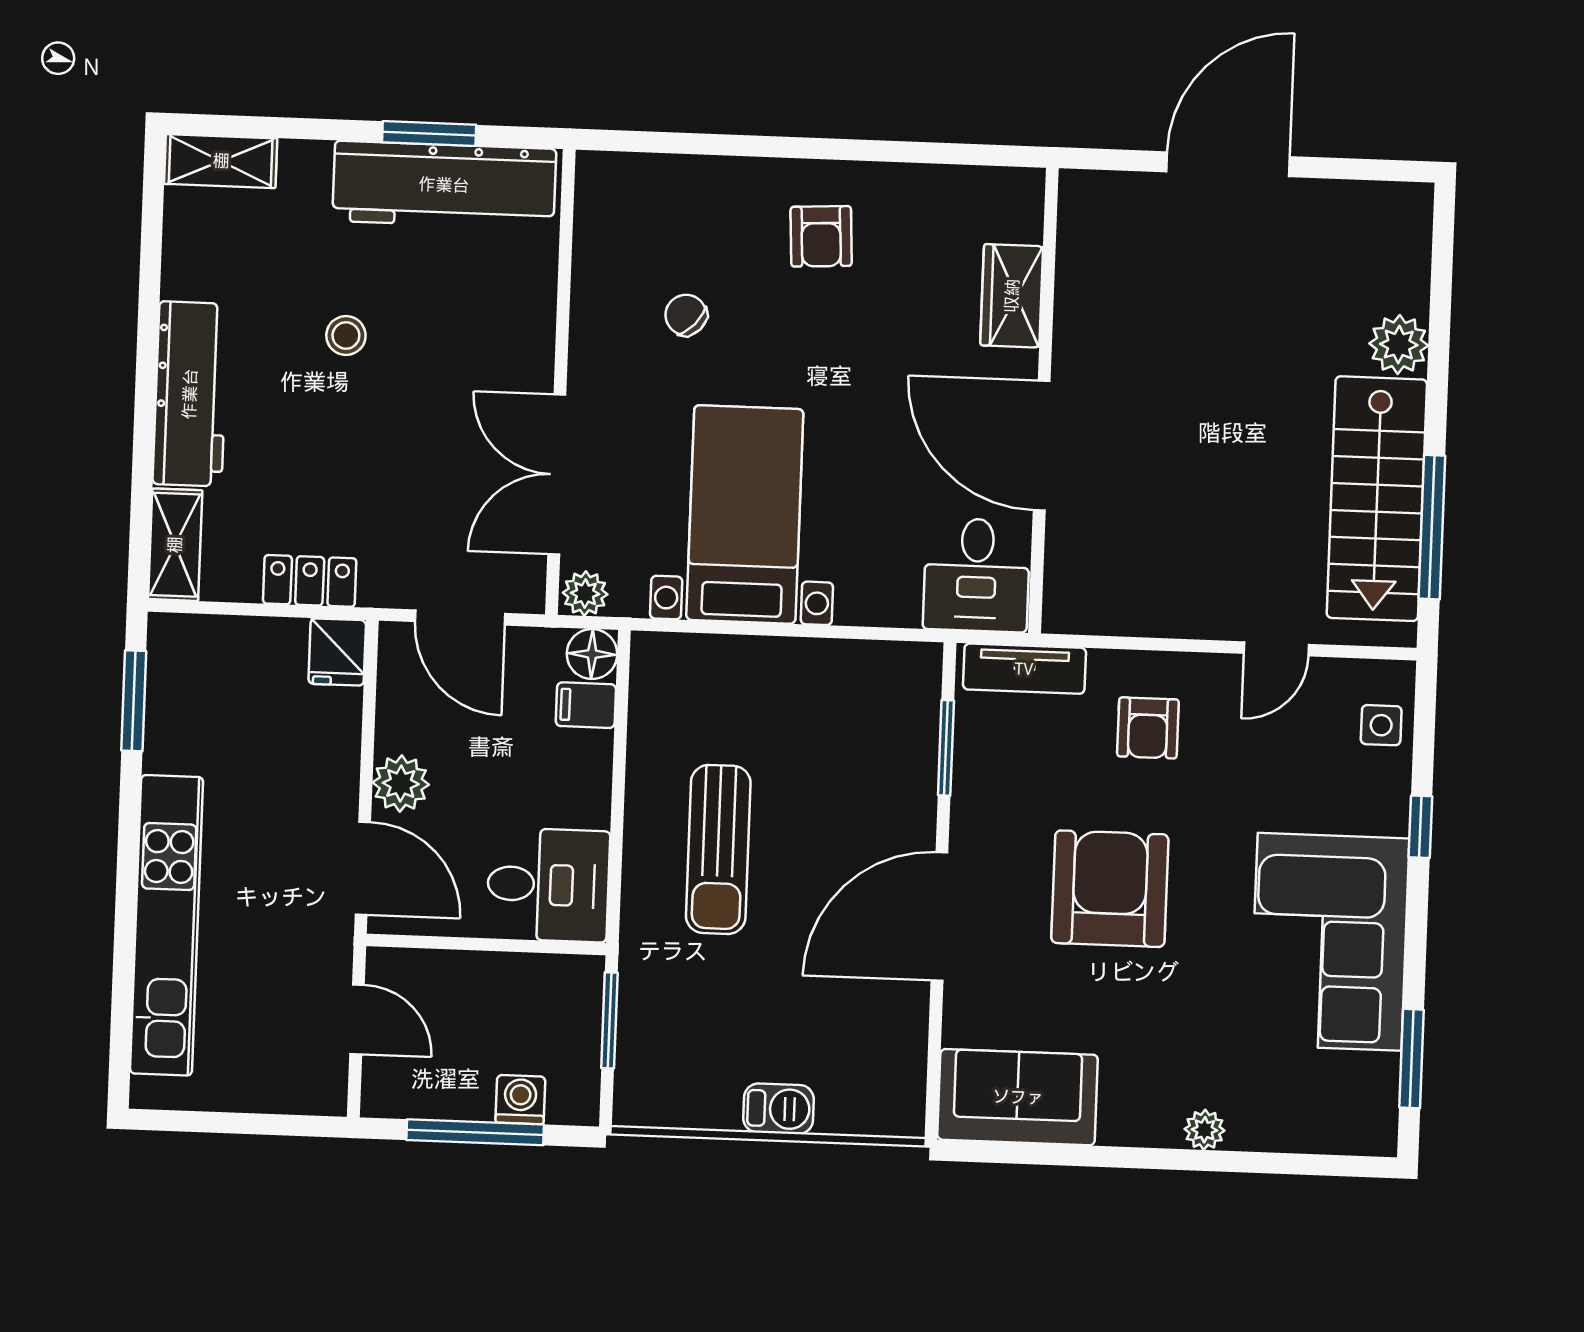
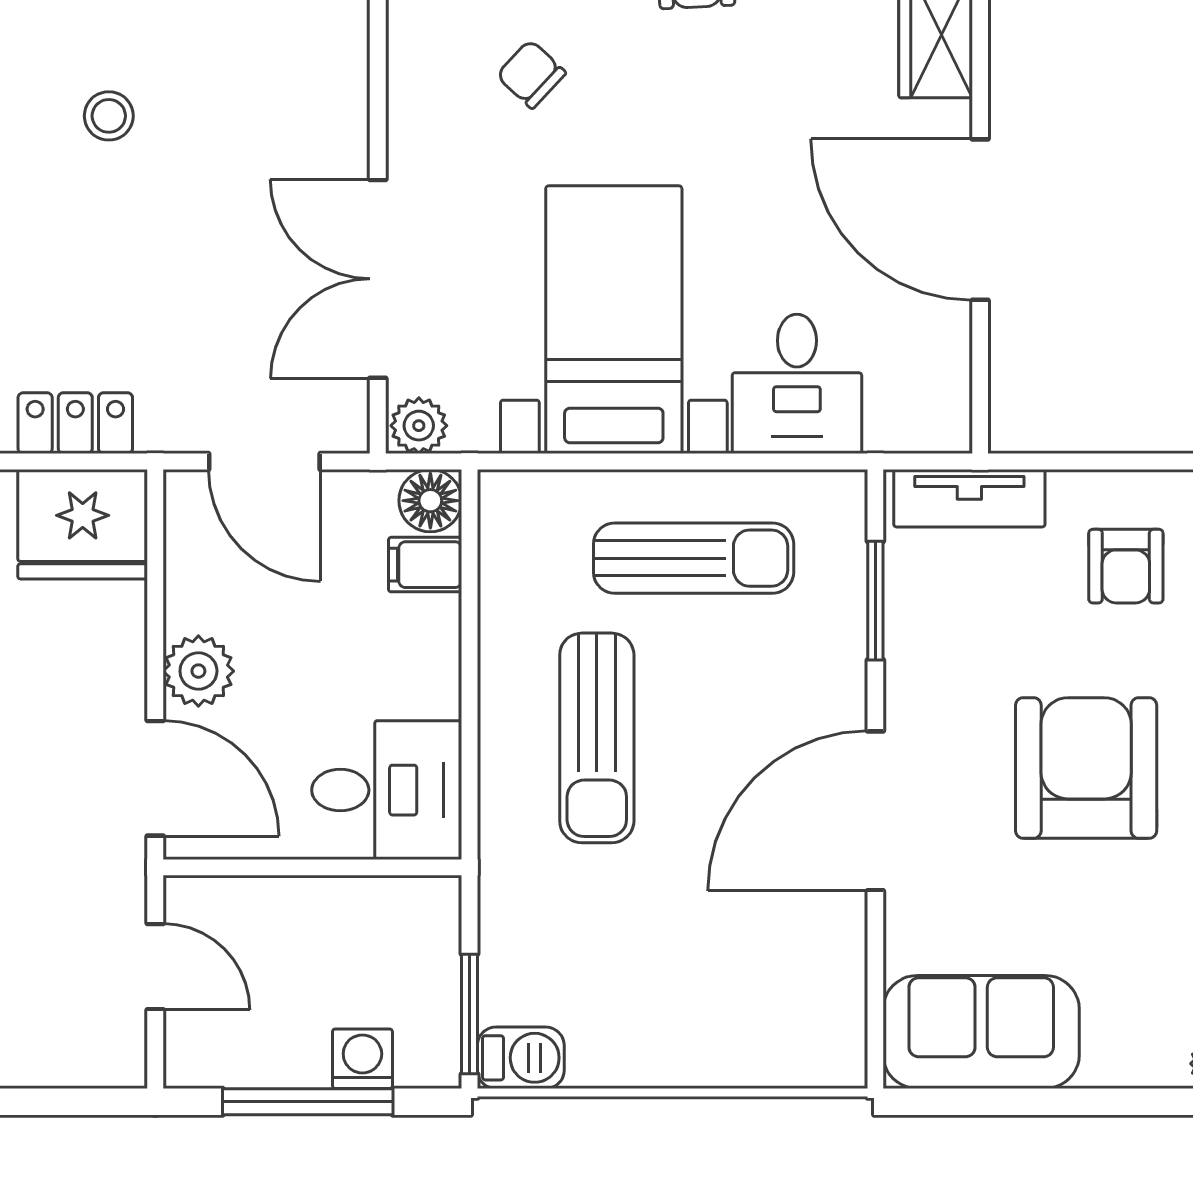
desk: (977, 575) -> (797, 384), moved
fridge: (337, 652) -> (83, 524), width x1.88, depth x1.34
sun lounger: (801, 708) -> (694, 558), added
window: (609, 1020) -> (470, 1014), moved
barbecue: (779, 1109) -> (521, 1058), moved

